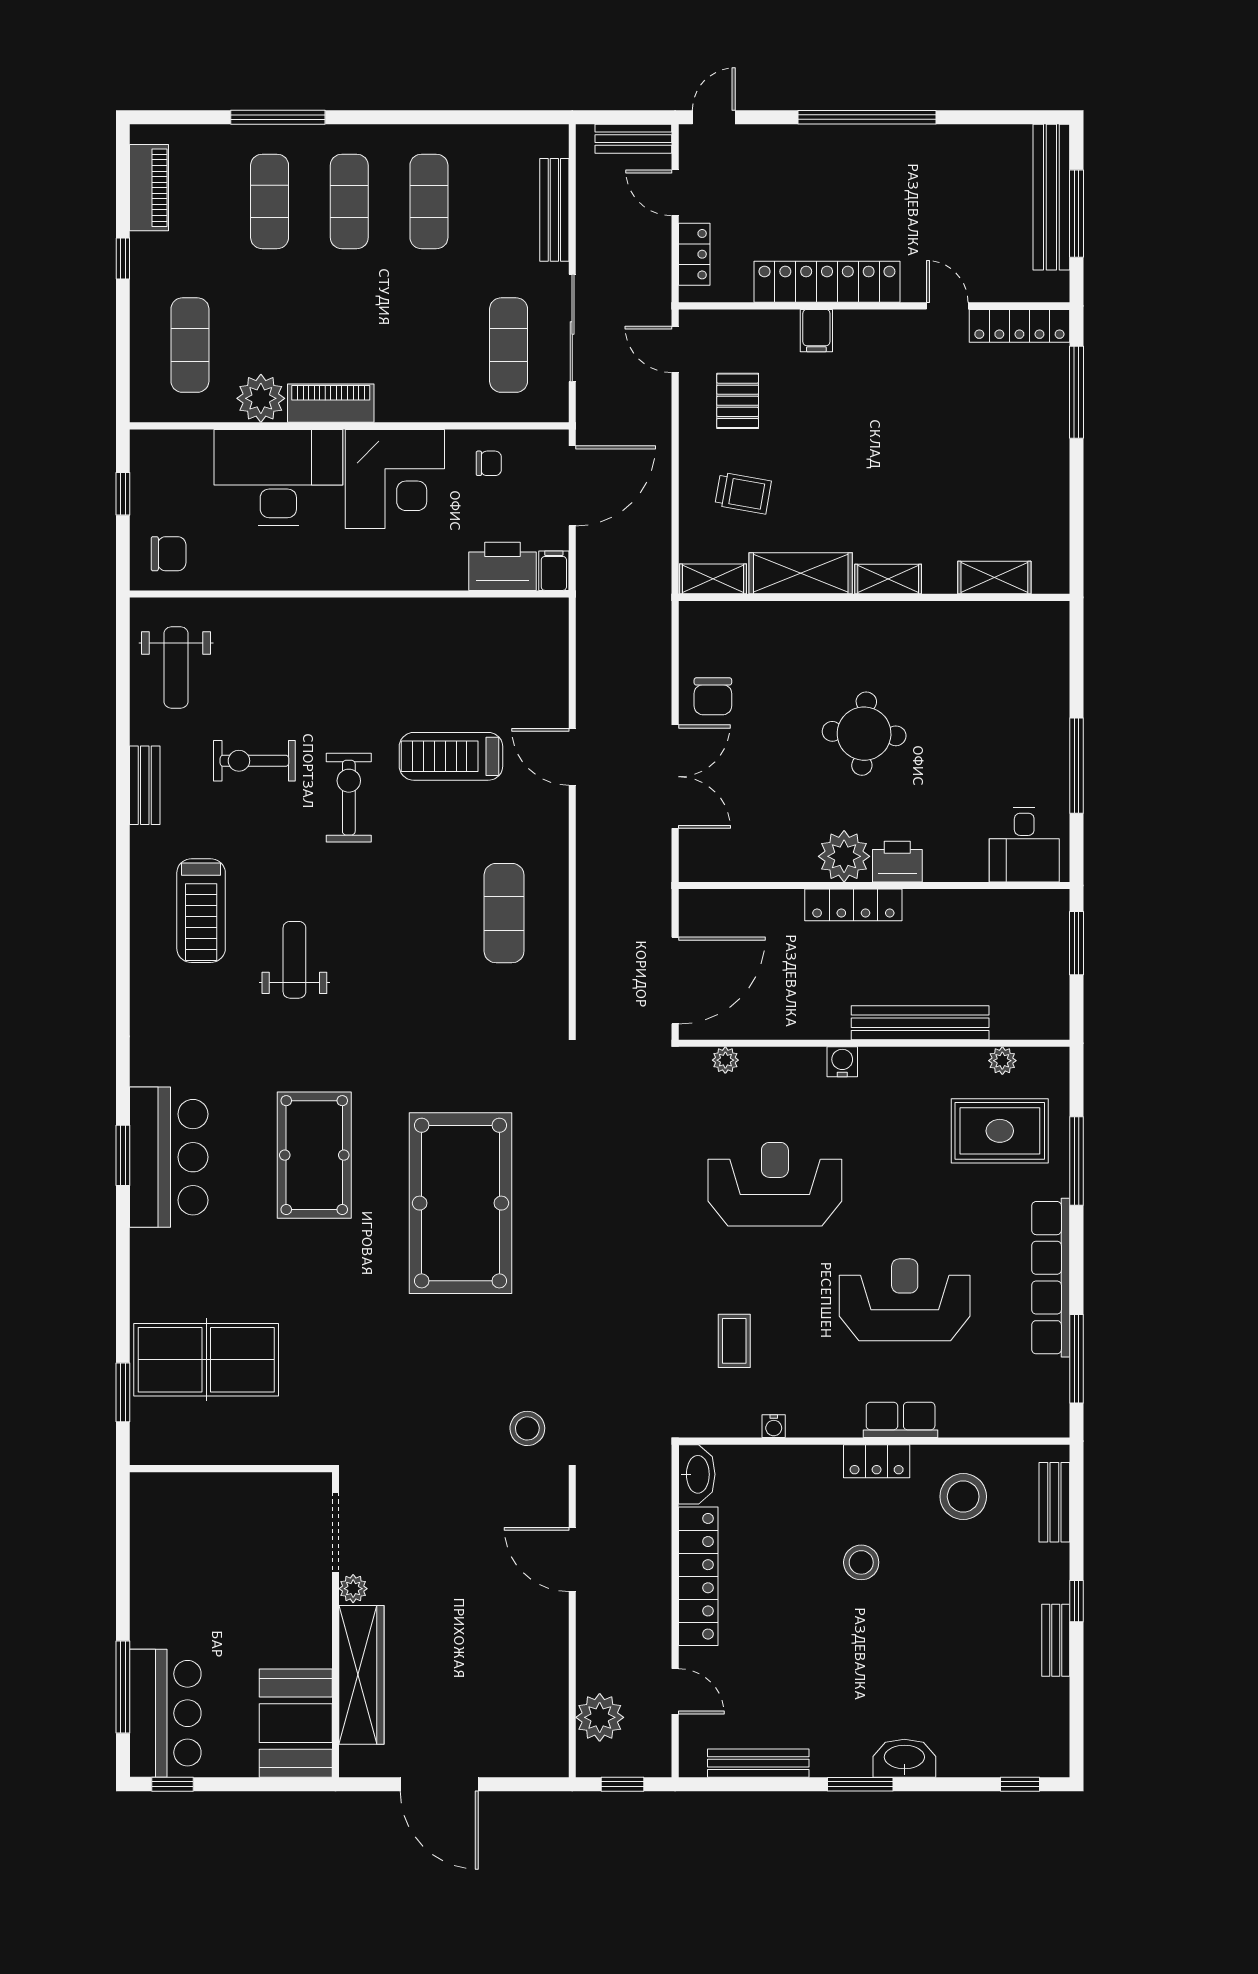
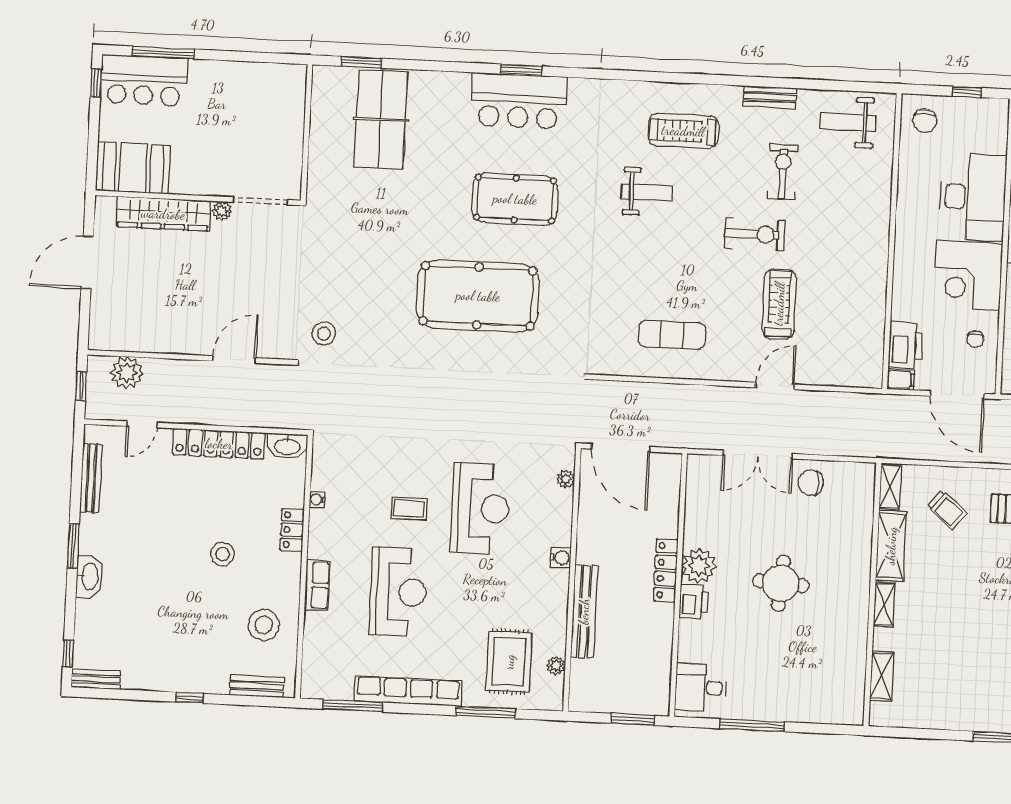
trolley: (743, 493) -> (947, 510), turned -60
coffee table: (734, 1341) -> (409, 508), moved
locker: (877, 1461) -> (292, 530), moved
bench: (1056, 1640) -> (96, 679), moved

